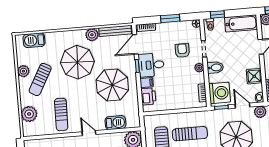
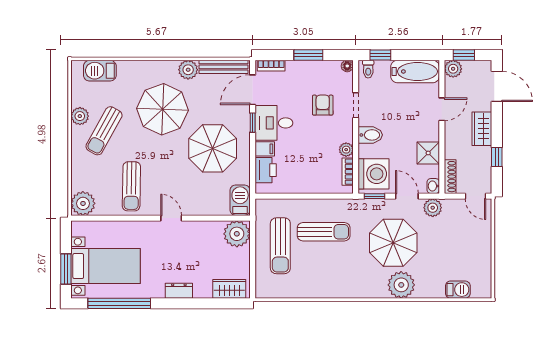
plant: (199, 68) -> (346, 150), moved
plant: (29, 114) -> (83, 203), moved
barbecue: (115, 123) -> (240, 200), moved, turned -90

